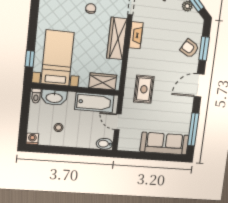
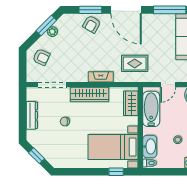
fireplace: (136, 35) -> (101, 77), moved
door: (199, 85) -> (126, 10), width x1.36

